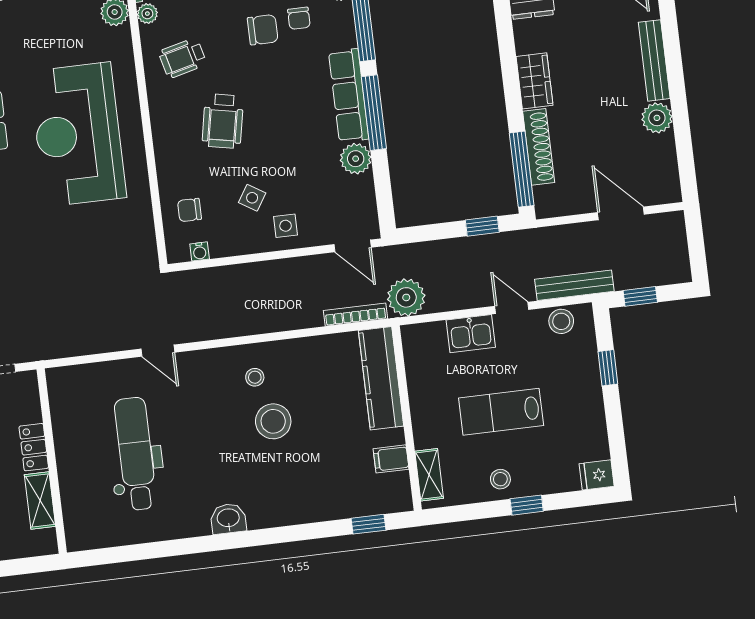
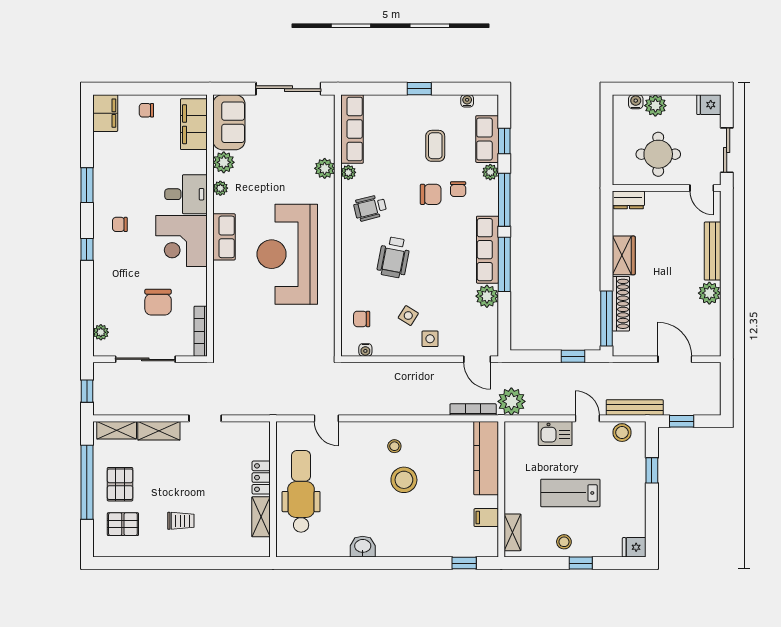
locker: (34, 447) -> (261, 478), moved
wall: (52, 461) -> (273, 489), moved
shelving: (40, 500) -> (261, 517), moved

